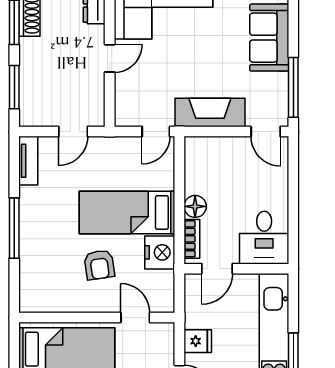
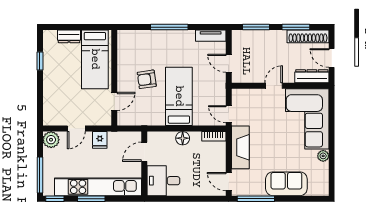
door: (110, 58) -> (274, 86), swing flipped
door: (266, 132) -> (229, 182), hinge flipped
bookcase: (192, 239) -> (214, 136), moved
nightstand: (160, 252) -> (154, 117), removed
door: (217, 269) -> (144, 152), hinge flipped

